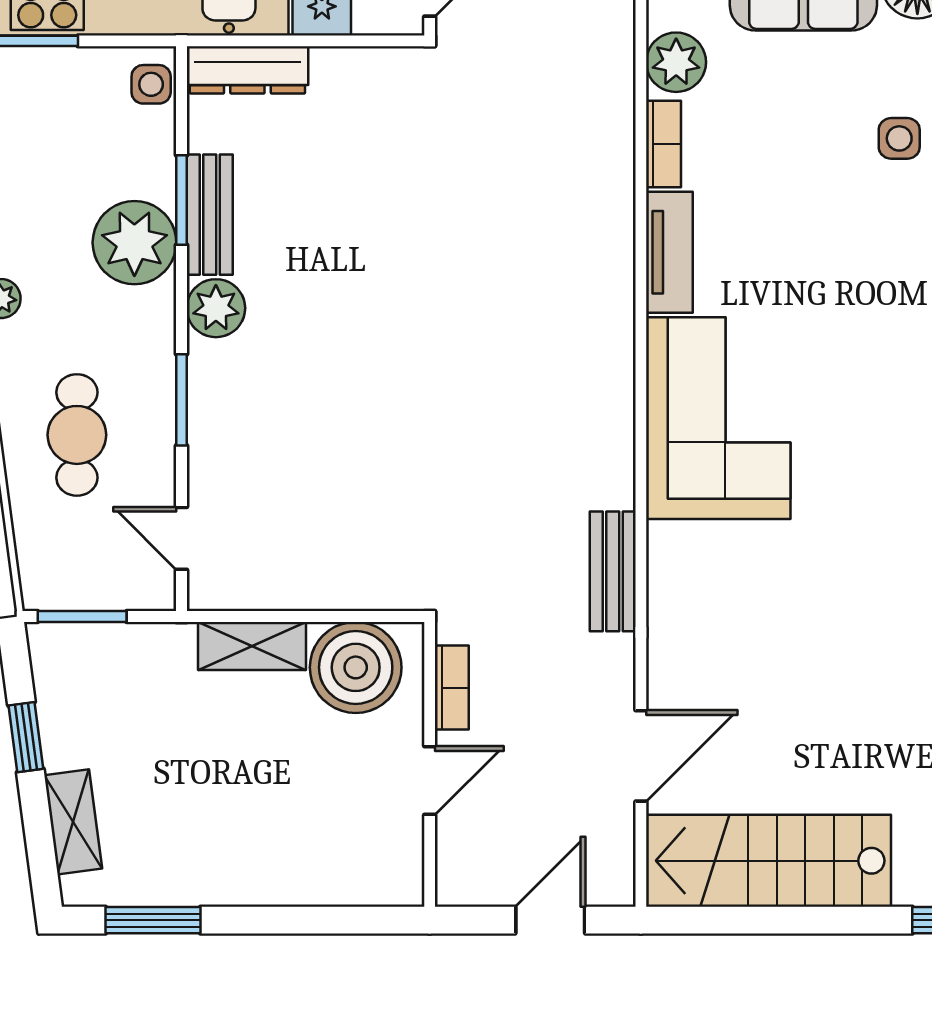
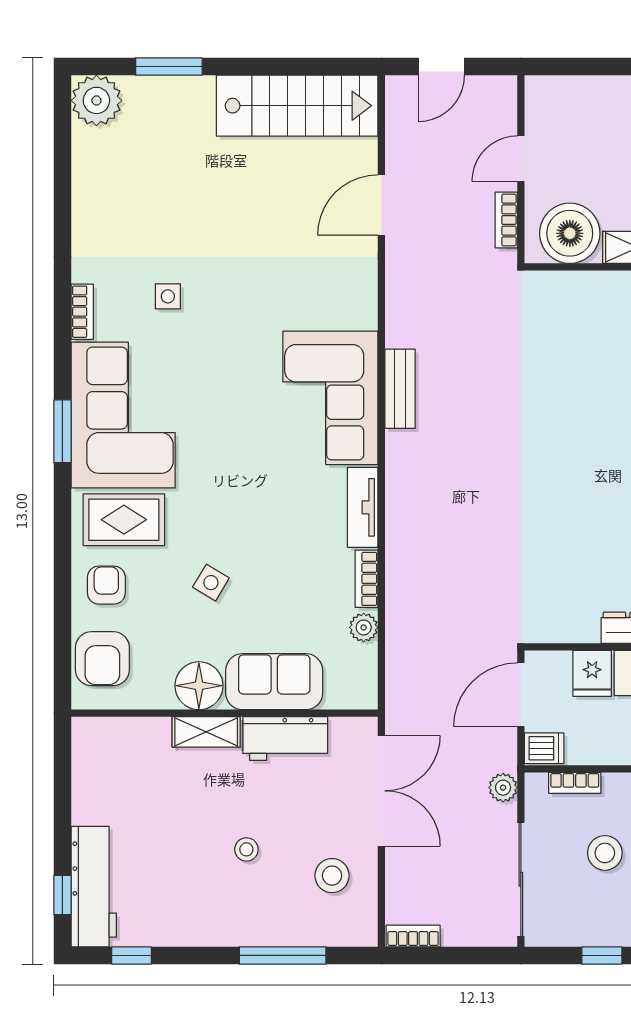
plant: (676, 62) -> (364, 627), width x0.73, depth x0.73
side table: (899, 138) -> (211, 583), turned 31
bench: (613, 571) -> (400, 389), moved
door: (641, 756) -> (381, 205), moved

